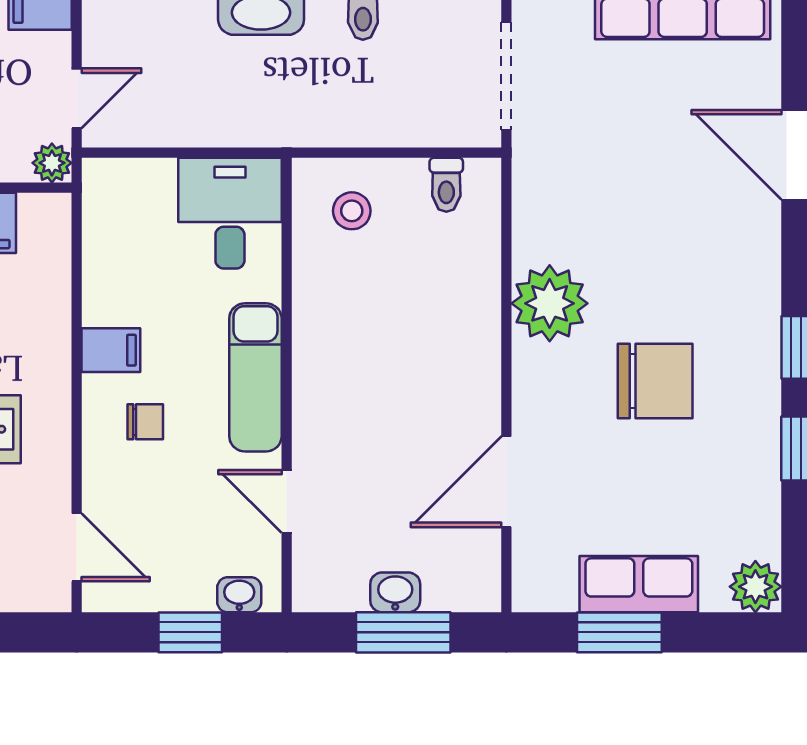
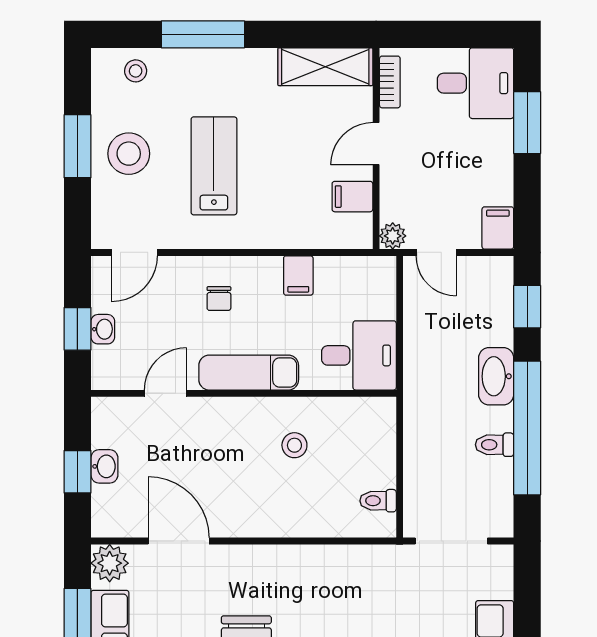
stool: (352, 211) -> (294, 445), moved
plant: (550, 303) -> (110, 563), moved, width x0.73, depth x0.73
filing cabinet: (111, 350) -> (298, 275), moved
washbasin: (239, 595) -> (103, 329), moved
window: (403, 632) -> (77, 472), width x0.67

